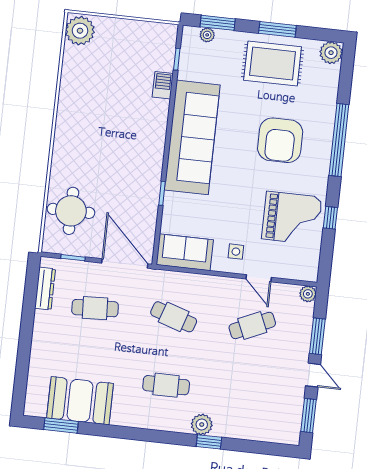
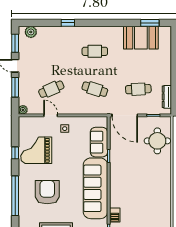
sofa: (185, 252) -> (99, 142), moved, turned 90
plant: (202, 425) -> (31, 32), moved

